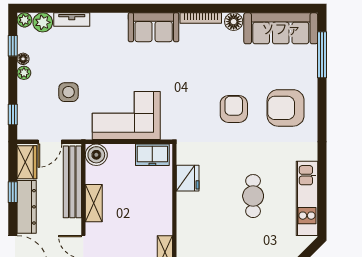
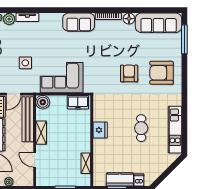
fridge: (188, 178) -> (100, 130), moved

